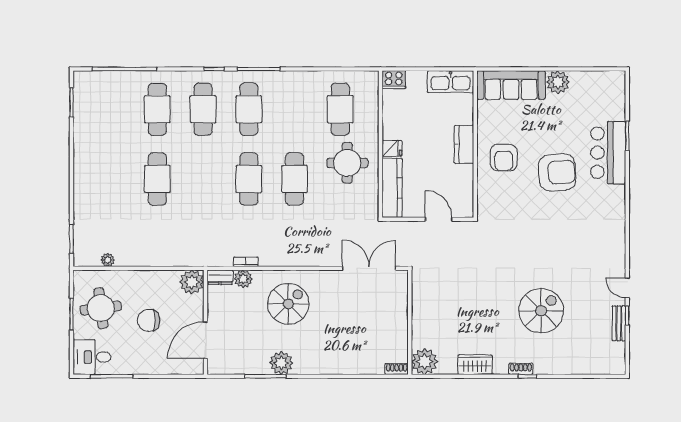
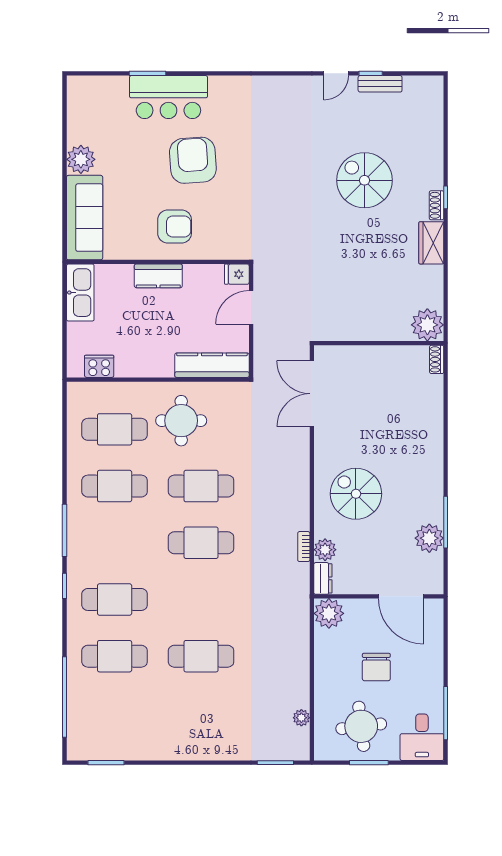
cooker: (394, 80) -> (99, 366), moved, turned -90
cafe table: (249, 109) -> (115, 486), moved
fridge: (392, 148) -> (237, 274), moved, turned -90
plant: (281, 363) -> (429, 538), moved
wardrobe: (475, 365) -> (431, 243), moved

